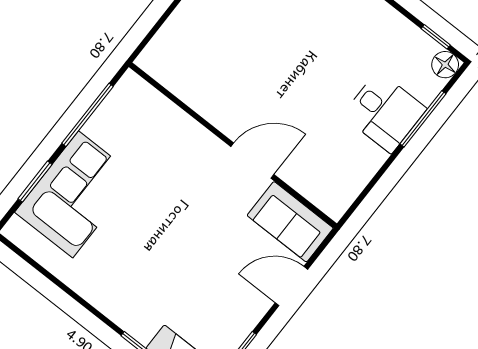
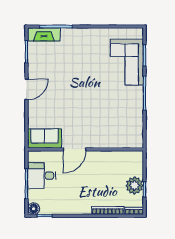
wall: (233, 145) -> (85, 149), moved
door: (252, 161) -> (74, 149), moved
sofa: (290, 222) -> (45, 138), moved

